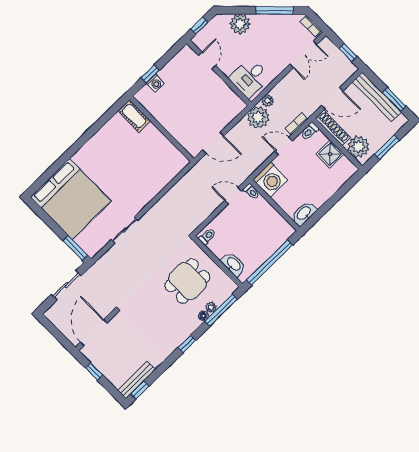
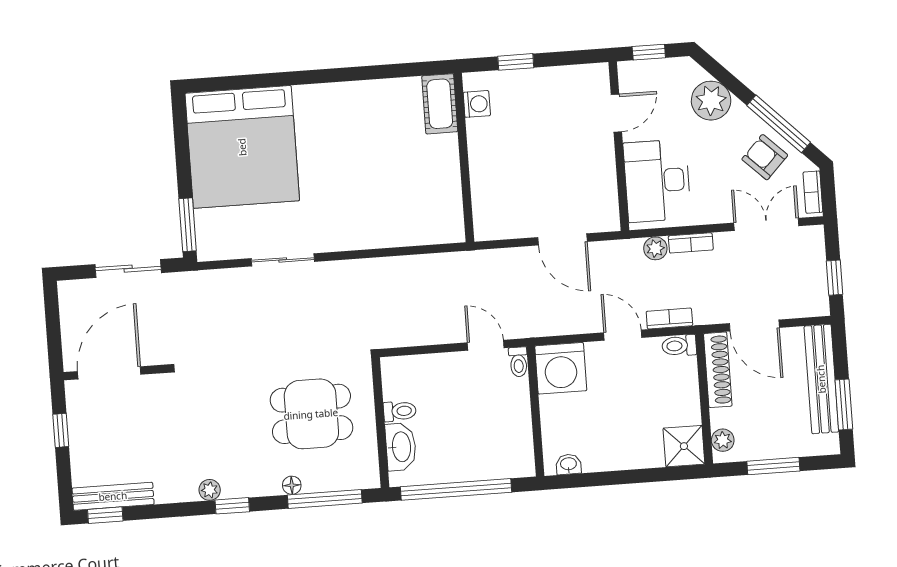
armchair: (280, 28) -> (765, 157), added
double door: (303, 54) -> (766, 224), swing flipped
desk: (250, 78) -> (657, 181), width x1.37
washing machine: (155, 83) -> (477, 104), moved, turned -90
bookcase: (280, 87) -> (691, 243), added
plant: (258, 117) -> (621, 261), removed
door: (213, 143) -> (562, 239), moved
plant: (358, 147) -> (723, 440), width x0.53, depth x0.53
shower: (330, 154) -> (684, 446), moved
washbasin: (304, 213) -> (569, 464), width x0.52, depth x0.69
toilet: (207, 236) -> (400, 411), moved
plant: (211, 307) -> (210, 490), moved

